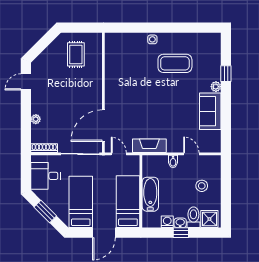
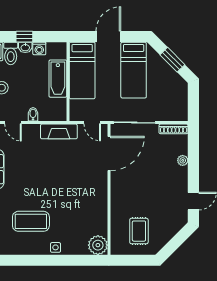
plant: (114, 42) -> (98, 245), added
desk: (45, 176) -> (172, 99), removed

